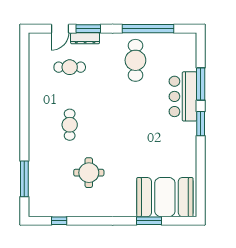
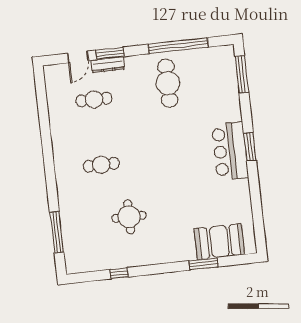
window: (201, 84) -> (242, 74), moved
bar counter: (183, 96) -> (230, 151), moved
cafe table: (70, 125) -> (101, 165), turned 90
booth: (165, 197) -> (219, 242), width x0.73, depth x0.70
window: (59, 221) -> (119, 273), moved

